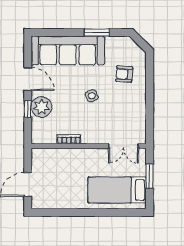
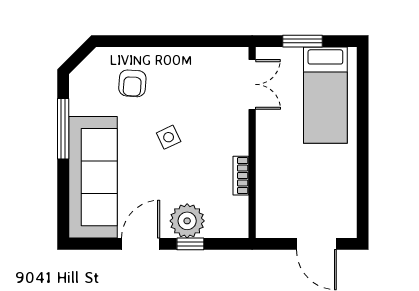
window: (97, 32) -> (63, 129), width x1.44

